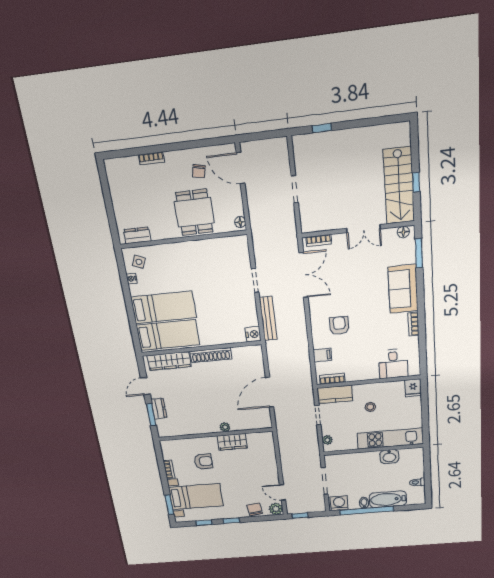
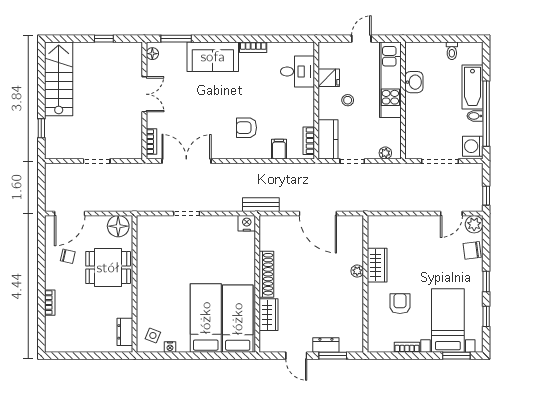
stairs: (399, 186) -> (59, 79), moved, turned -90
floor lamp: (240, 222) -> (118, 226), width x1.89, depth x1.89
bench: (268, 319) -> (261, 205), moved, width x0.73
wardrobe: (169, 361) -> (269, 315), width x0.67
fridge: (413, 388) -> (329, 78), moved
door: (425, 413) -> (361, 39), added

